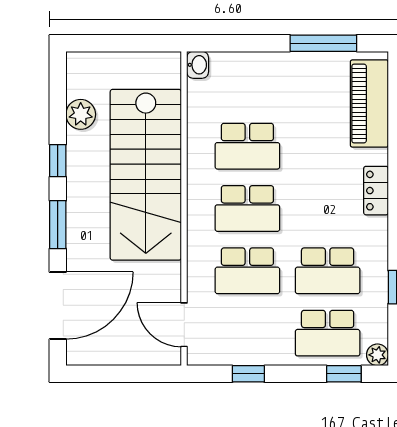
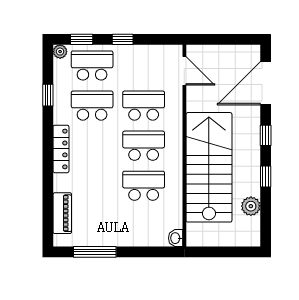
piano: (369, 104) -> (62, 213), width x0.73, depth x0.75
locker: (376, 191) -> (61, 149), width x1.53
window: (58, 225) -> (266, 135), width x0.67
window: (248, 374) -> (123, 39), moved

